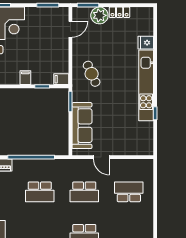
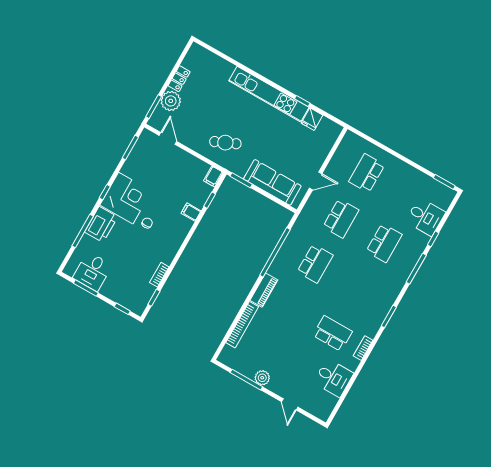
fridge: (146, 43) -> (312, 119), moved

